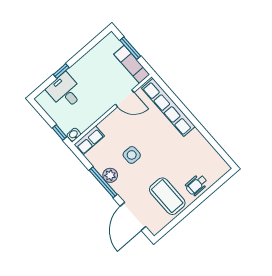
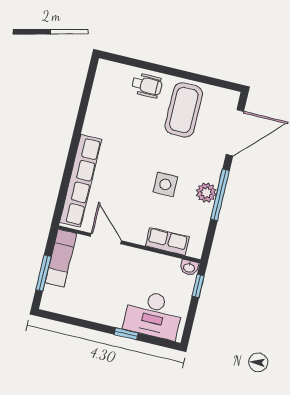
desk: (65, 91) -> (153, 315), width x1.37
row of seats: (89, 140) -> (167, 241), moved

